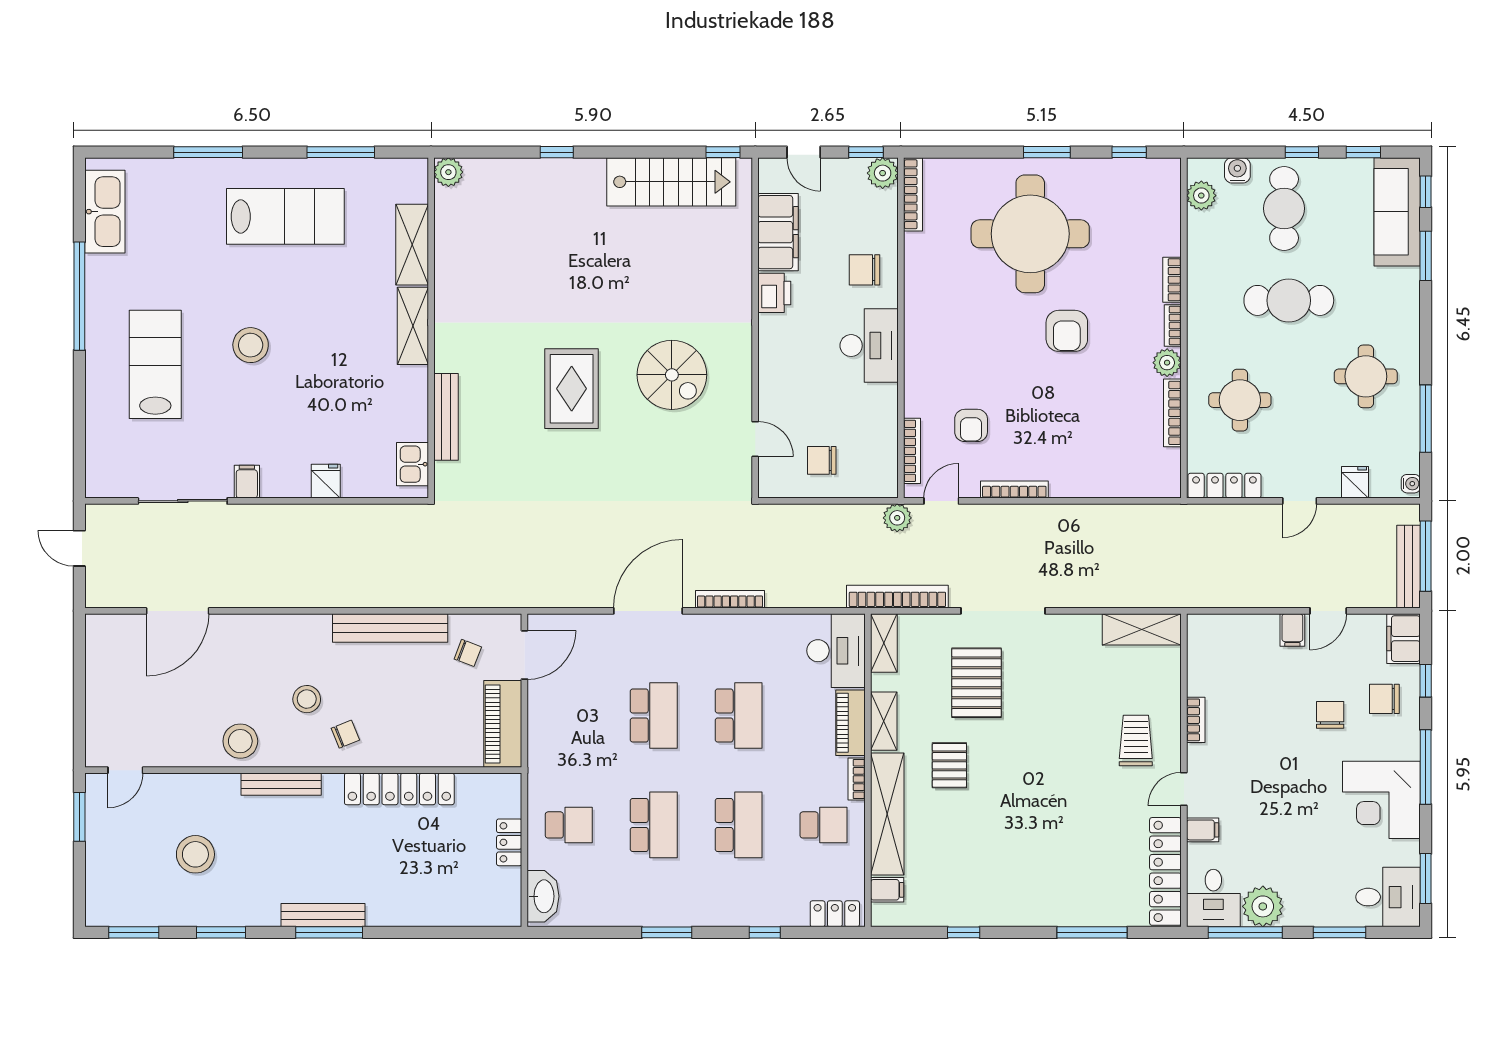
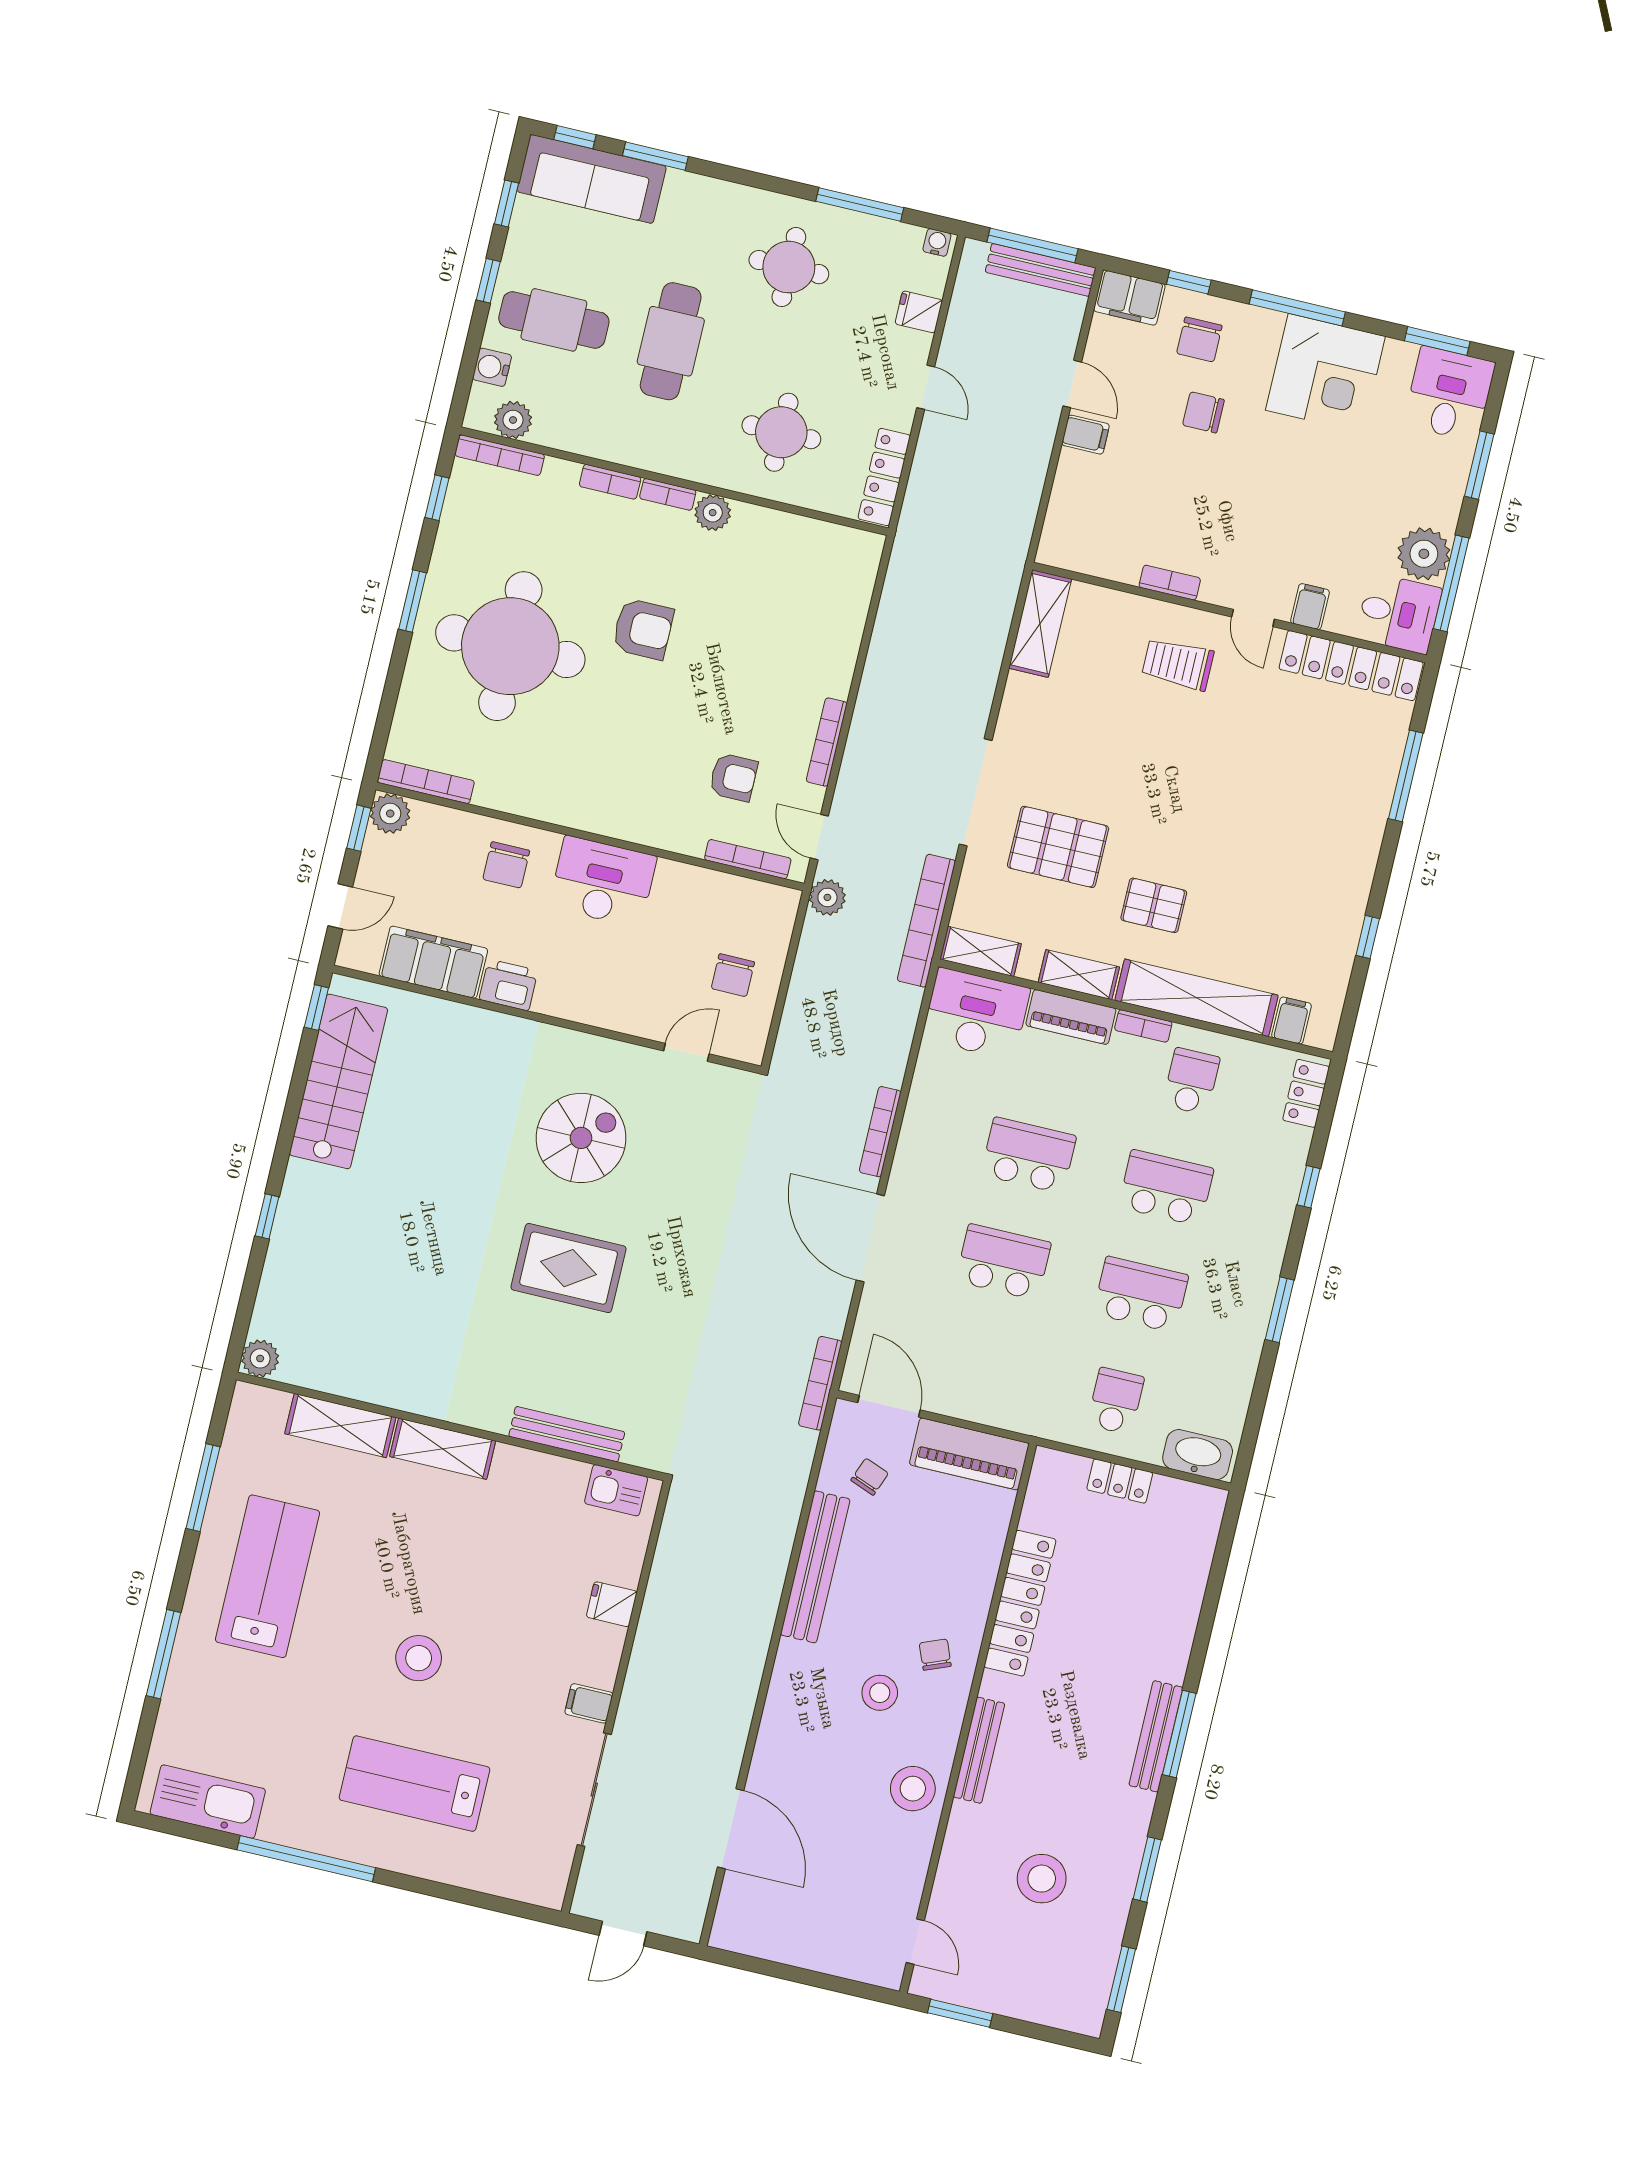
bookcase: (1172, 413) -> (500, 455), moved
bookcase: (530, 599) -> (820, 1383), added

